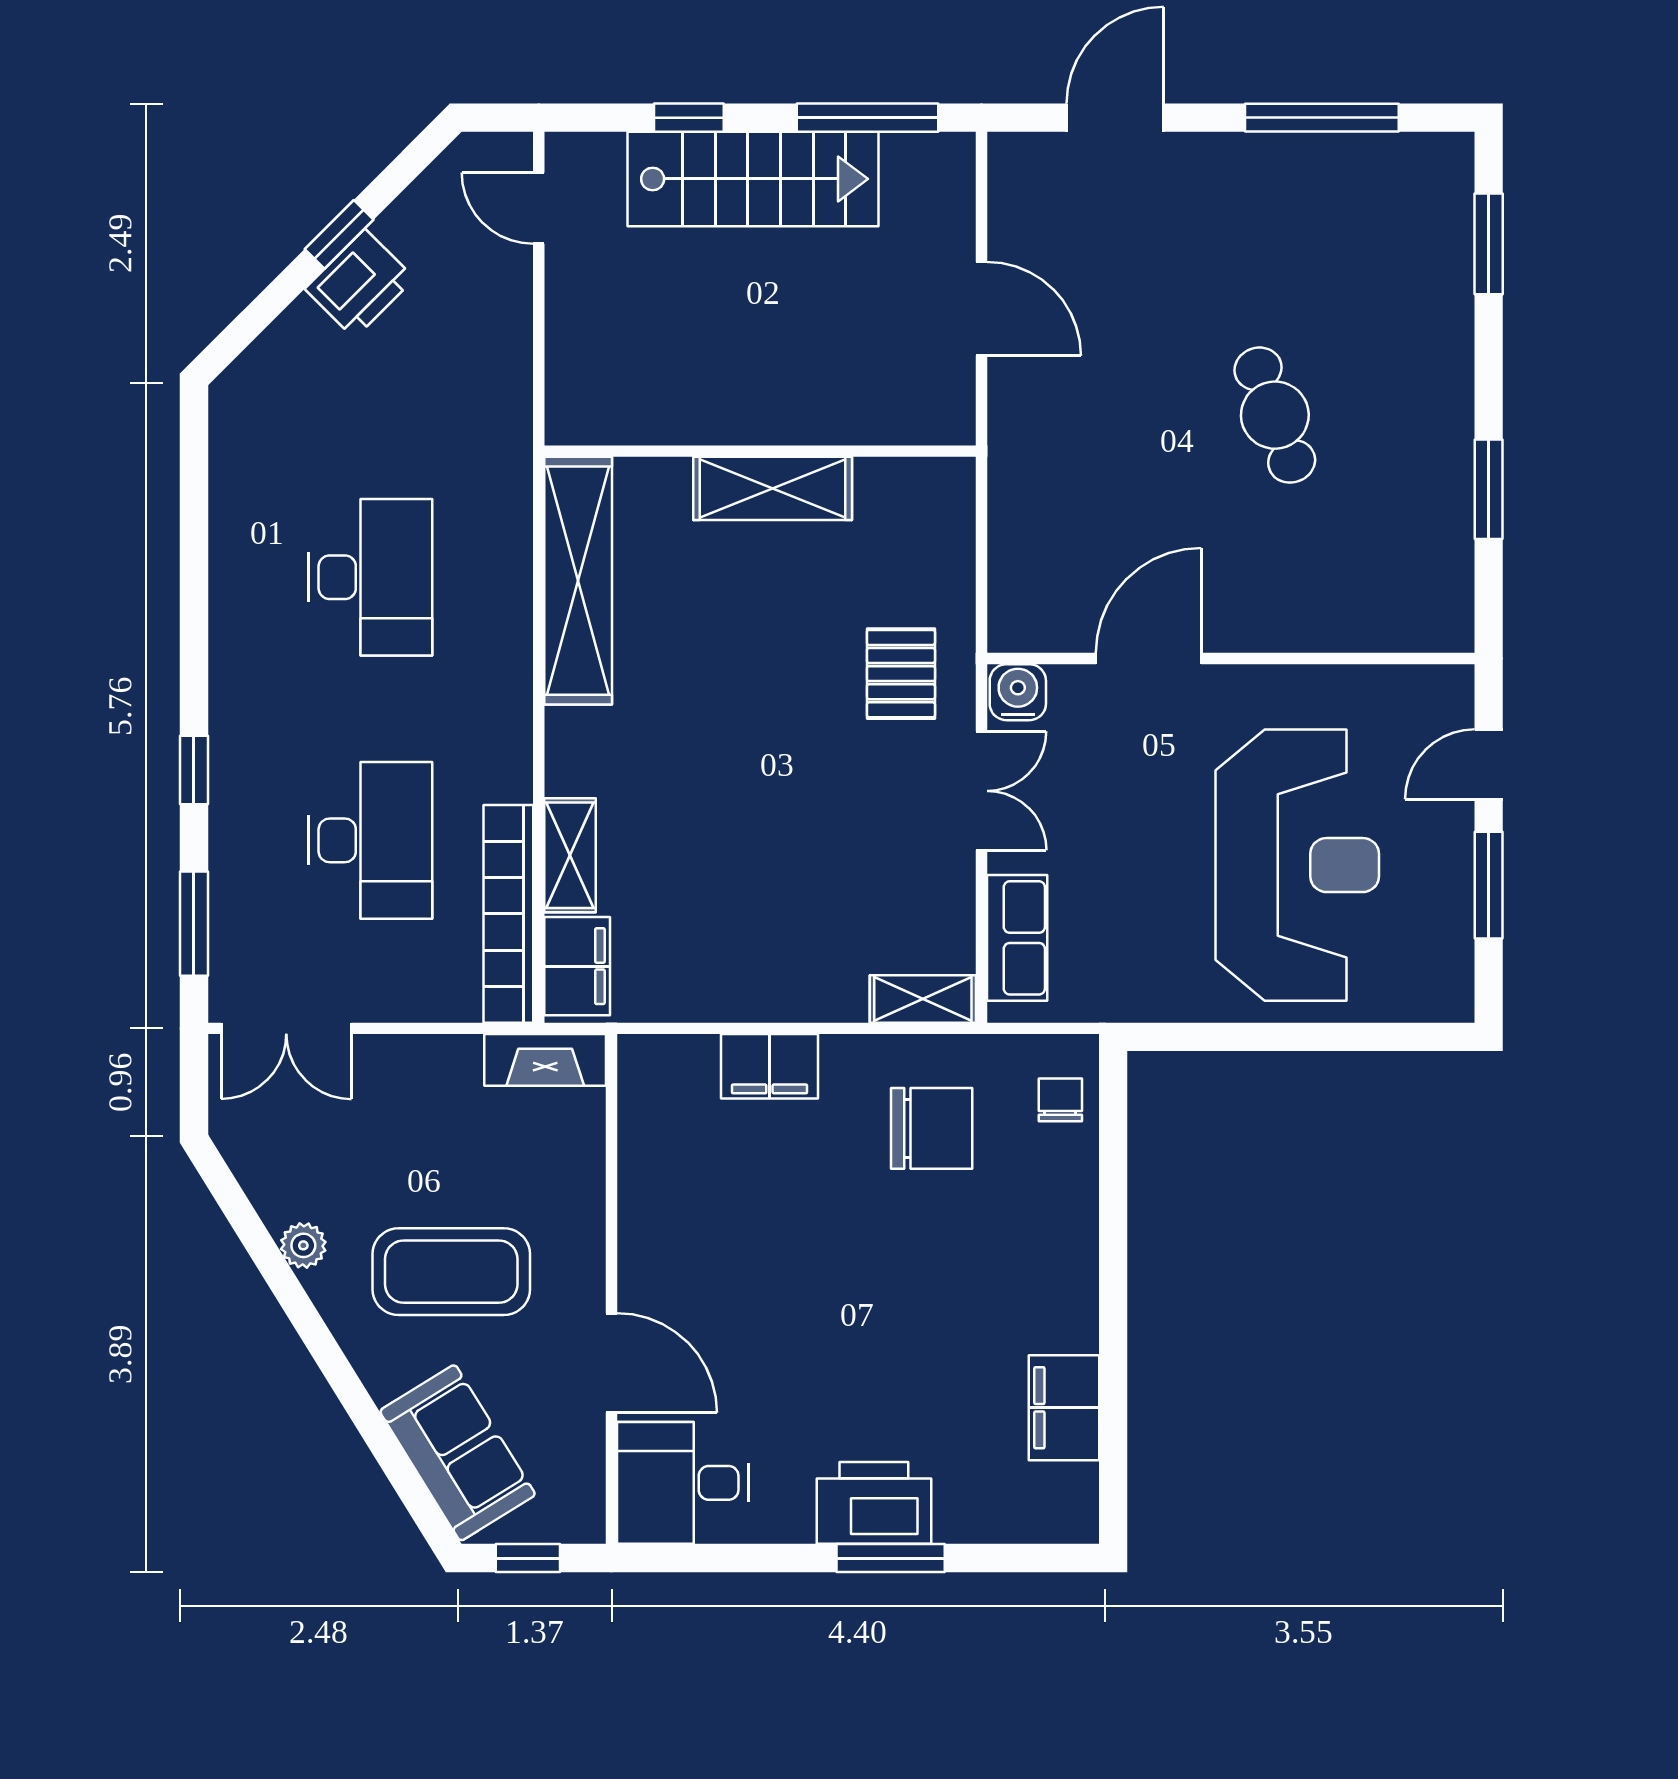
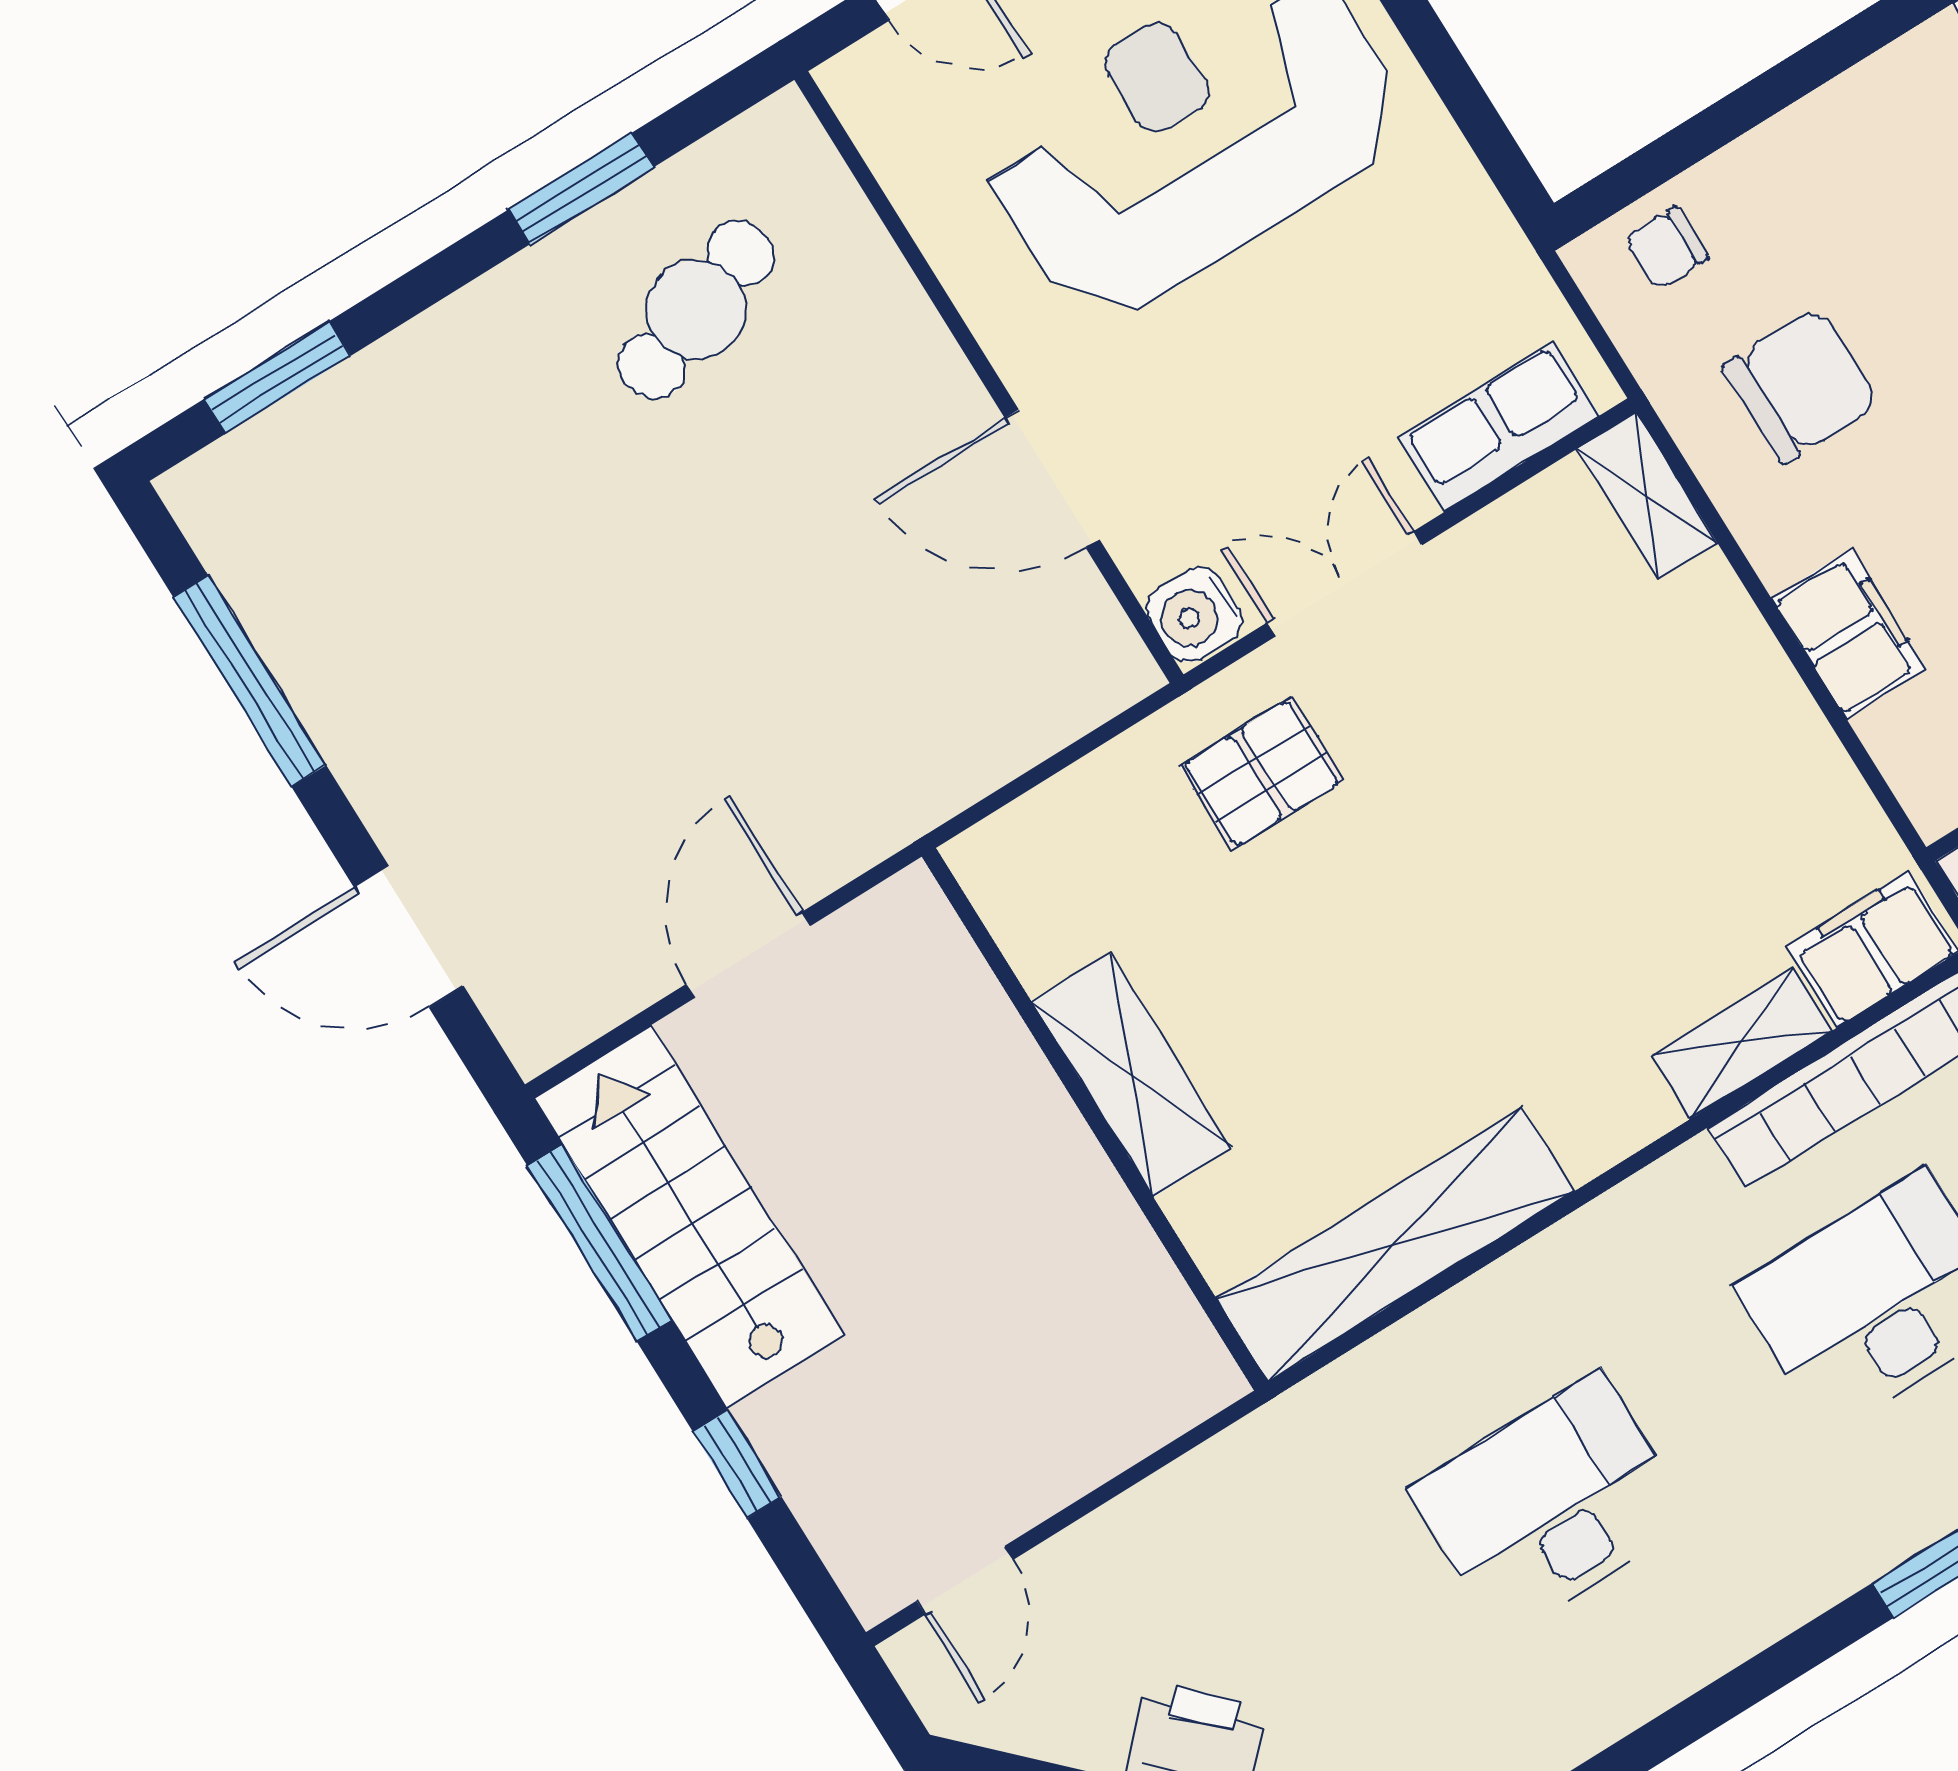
stairs: (753, 179) -> (689, 1217), moved
cafe table: (1275, 415) -> (696, 310), moved
chair: (932, 1128) -> (1801, 385), turned 90

